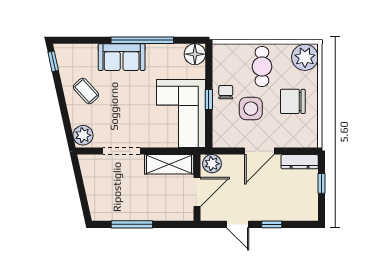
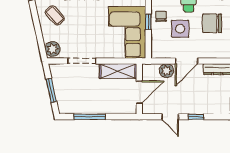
plant: (212, 164) -> (166, 71), moved
window: (81, 190) -> (51, 90), added

